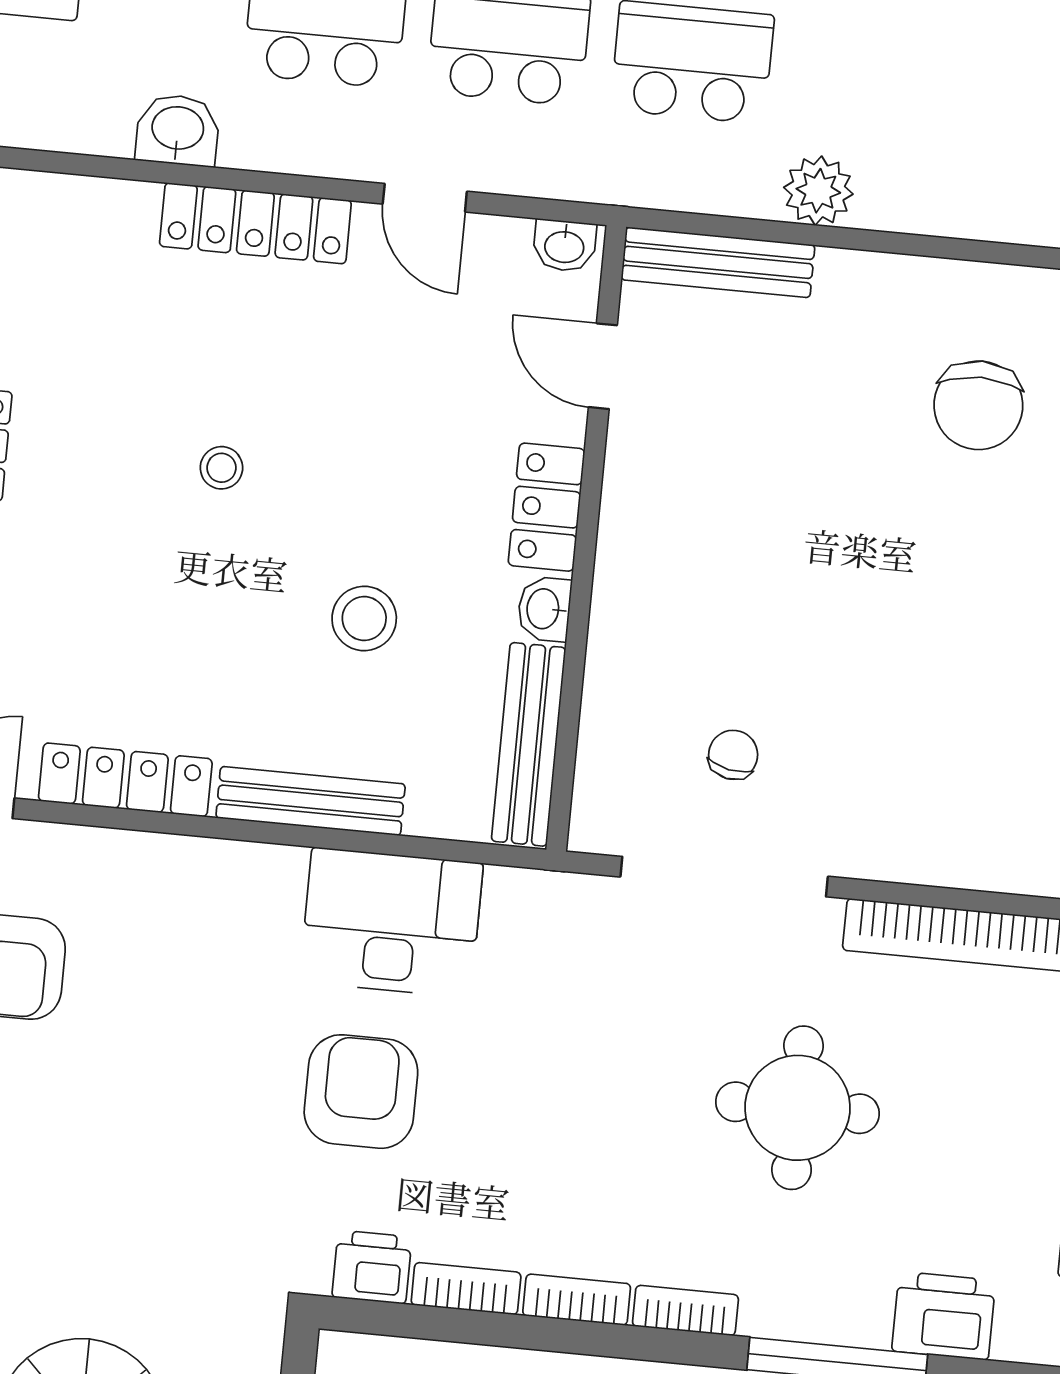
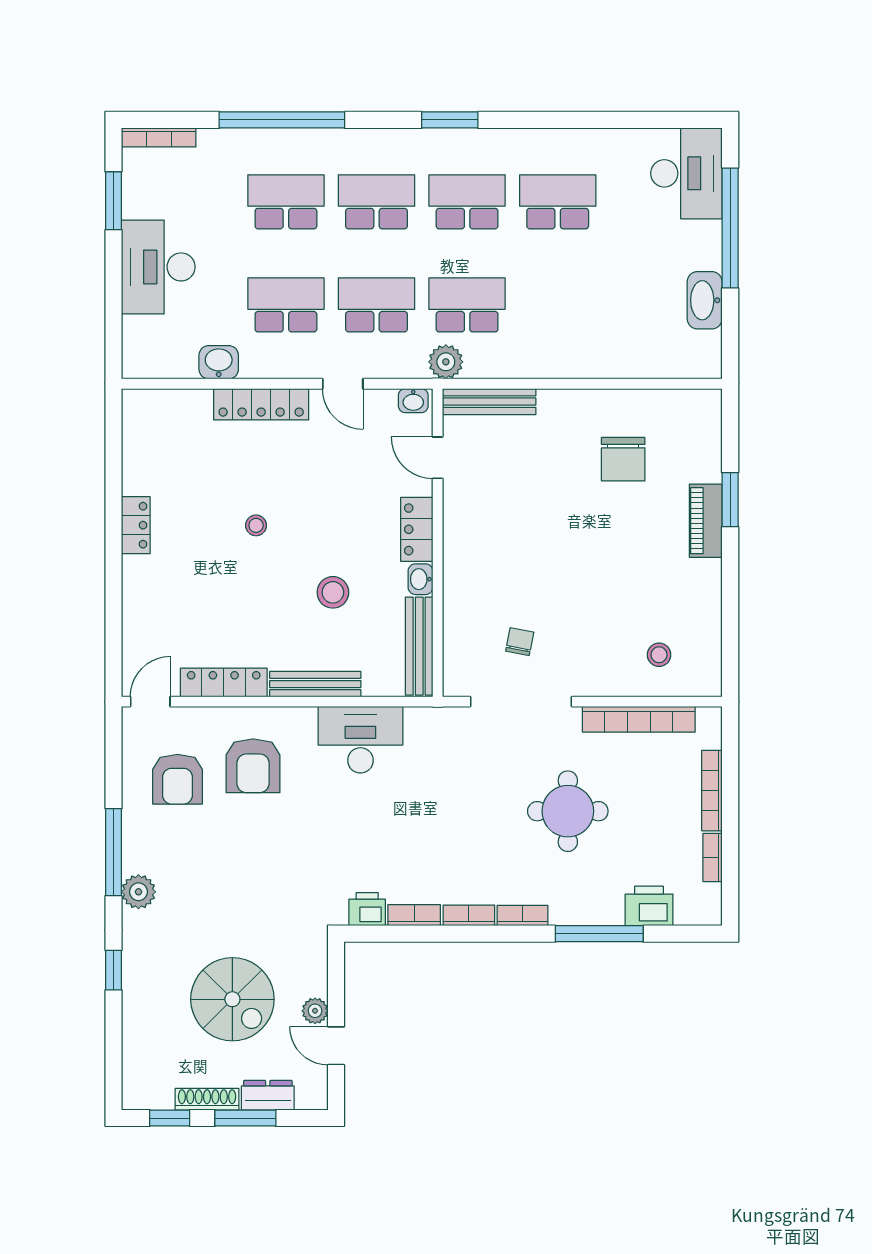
plant: (818, 191) -> (446, 362), moved
stool: (1013, 809) -> (659, 655), added
armchair: (361, 1092) -> (253, 766), moved, turned 180

